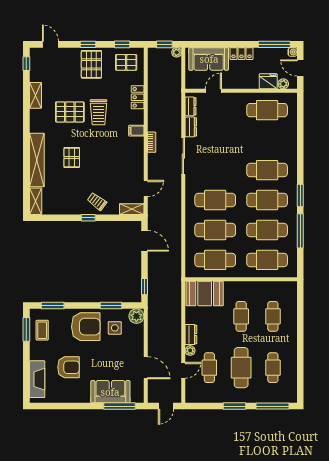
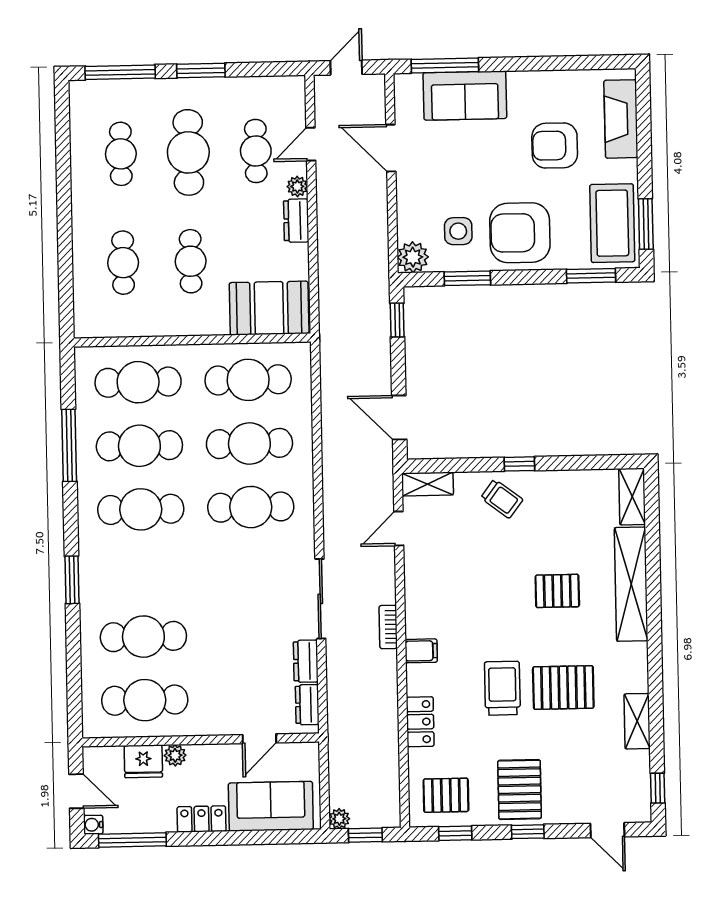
plant: (283, 84) -> (175, 755), moved
pallet: (72, 158) -> (557, 591), turned 90
cafe table: (267, 170) -> (143, 637), moved
window: (300, 196) -> (72, 580), moved
coffee table: (42, 330) -> (612, 223), width x1.86, depth x1.72

